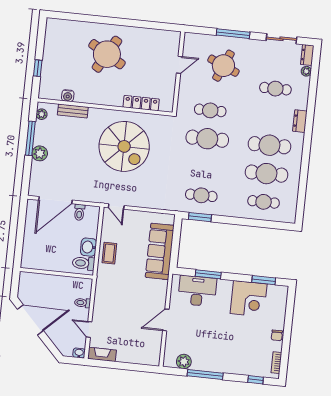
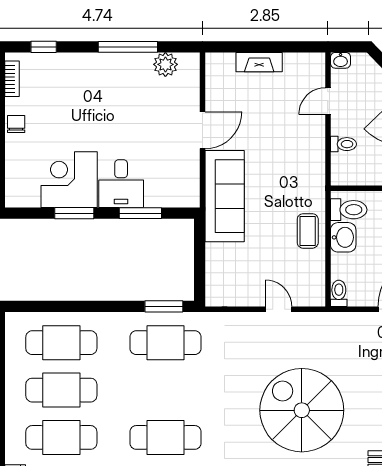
cafe table: (201, 195) -> (165, 343), width x1.37, depth x1.35
cafe table: (264, 202) -> (61, 343), width x1.37, depth x1.35
door: (116, 207) -> (279, 309), moved
toilet: (79, 212) -> (339, 293), moved
sofa: (160, 251) -> (225, 196), moved
window: (264, 280) -> (74, 213), moved
desk: (197, 291) -> (121, 184), moved, width x0.73
door: (89, 329) -> (328, 101), swing flipped
fireplace: (102, 354) -> (259, 62), moved

